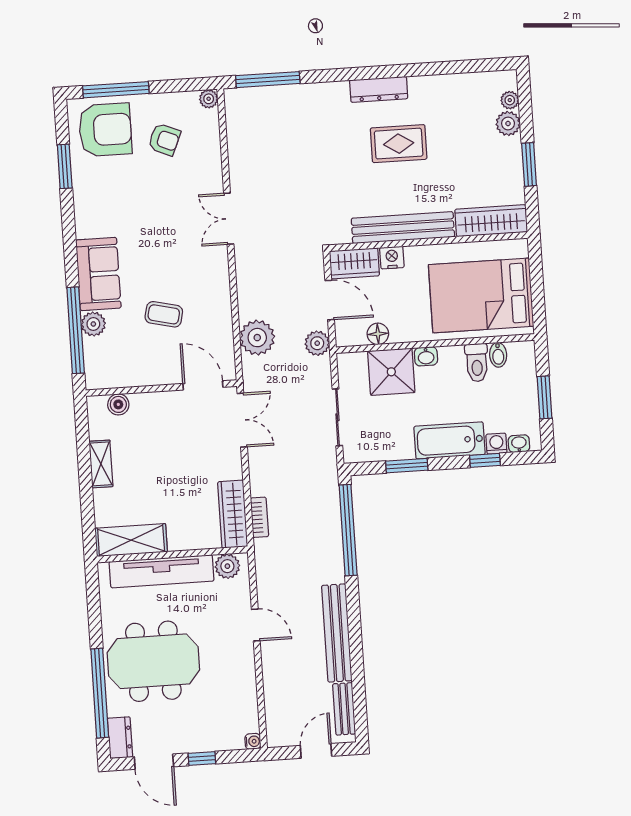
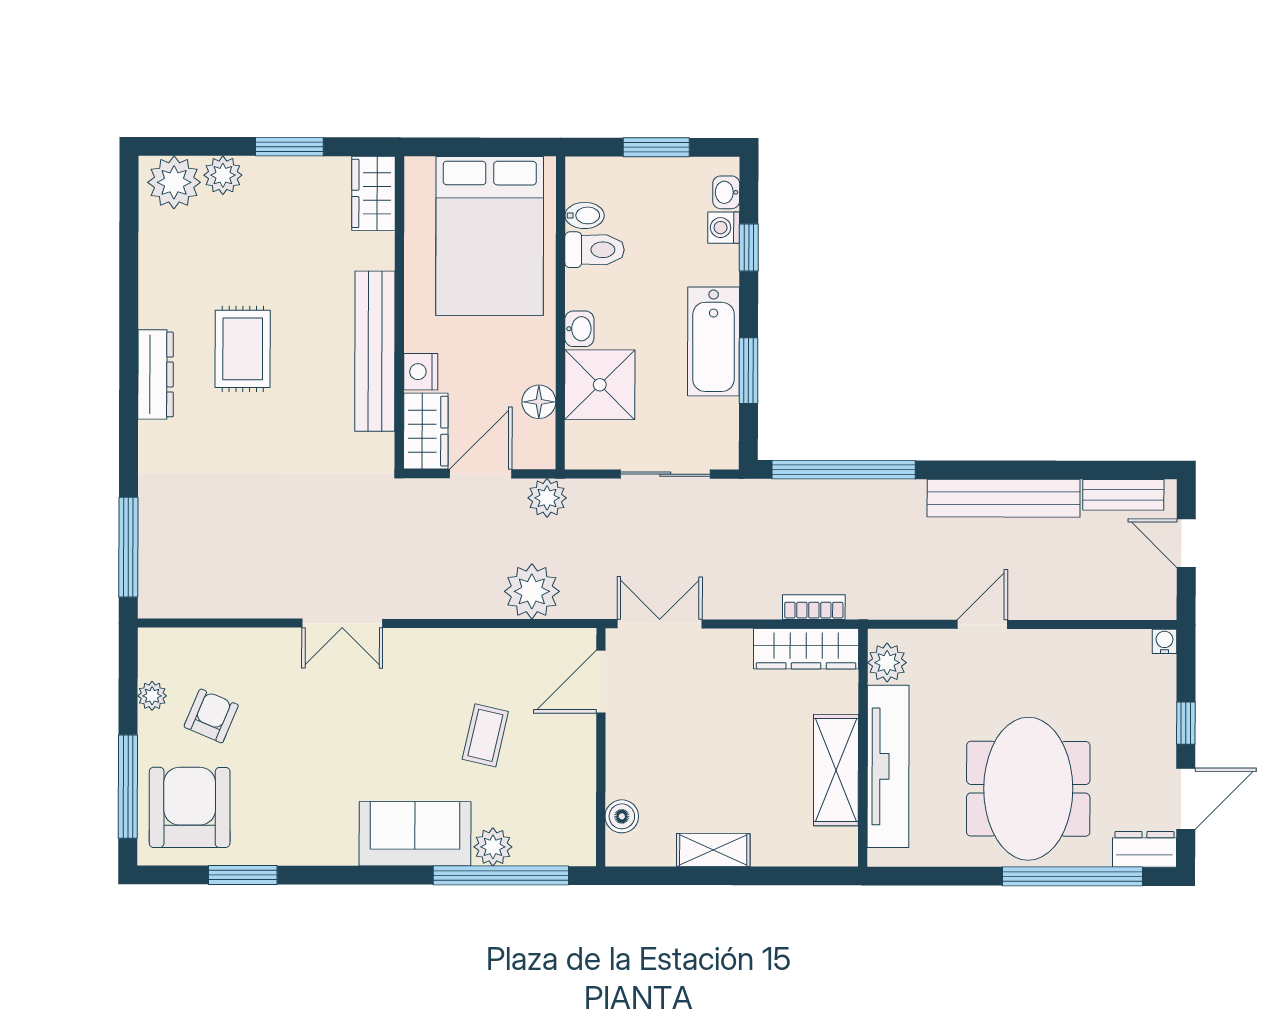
plant: (209, 99) -> (152, 696), moved
plant: (510, 100) -> (174, 182), width x1.87, depth x1.87
wardrobe: (491, 221) -> (373, 193), width x0.67
bathtub: (450, 440) -> (714, 341), moved
shelving: (131, 540) -> (836, 770), moved

